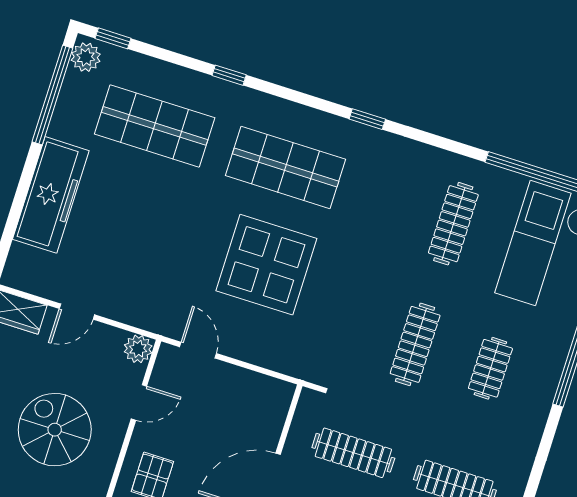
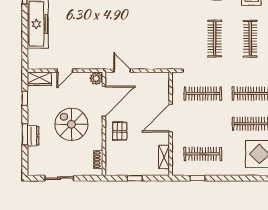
display table: (266, 265) -> (140, 25), removed
clothes rail: (490, 368) -> (250, 39), width x1.36
door: (139, 402) -> (104, 101), width x1.88

